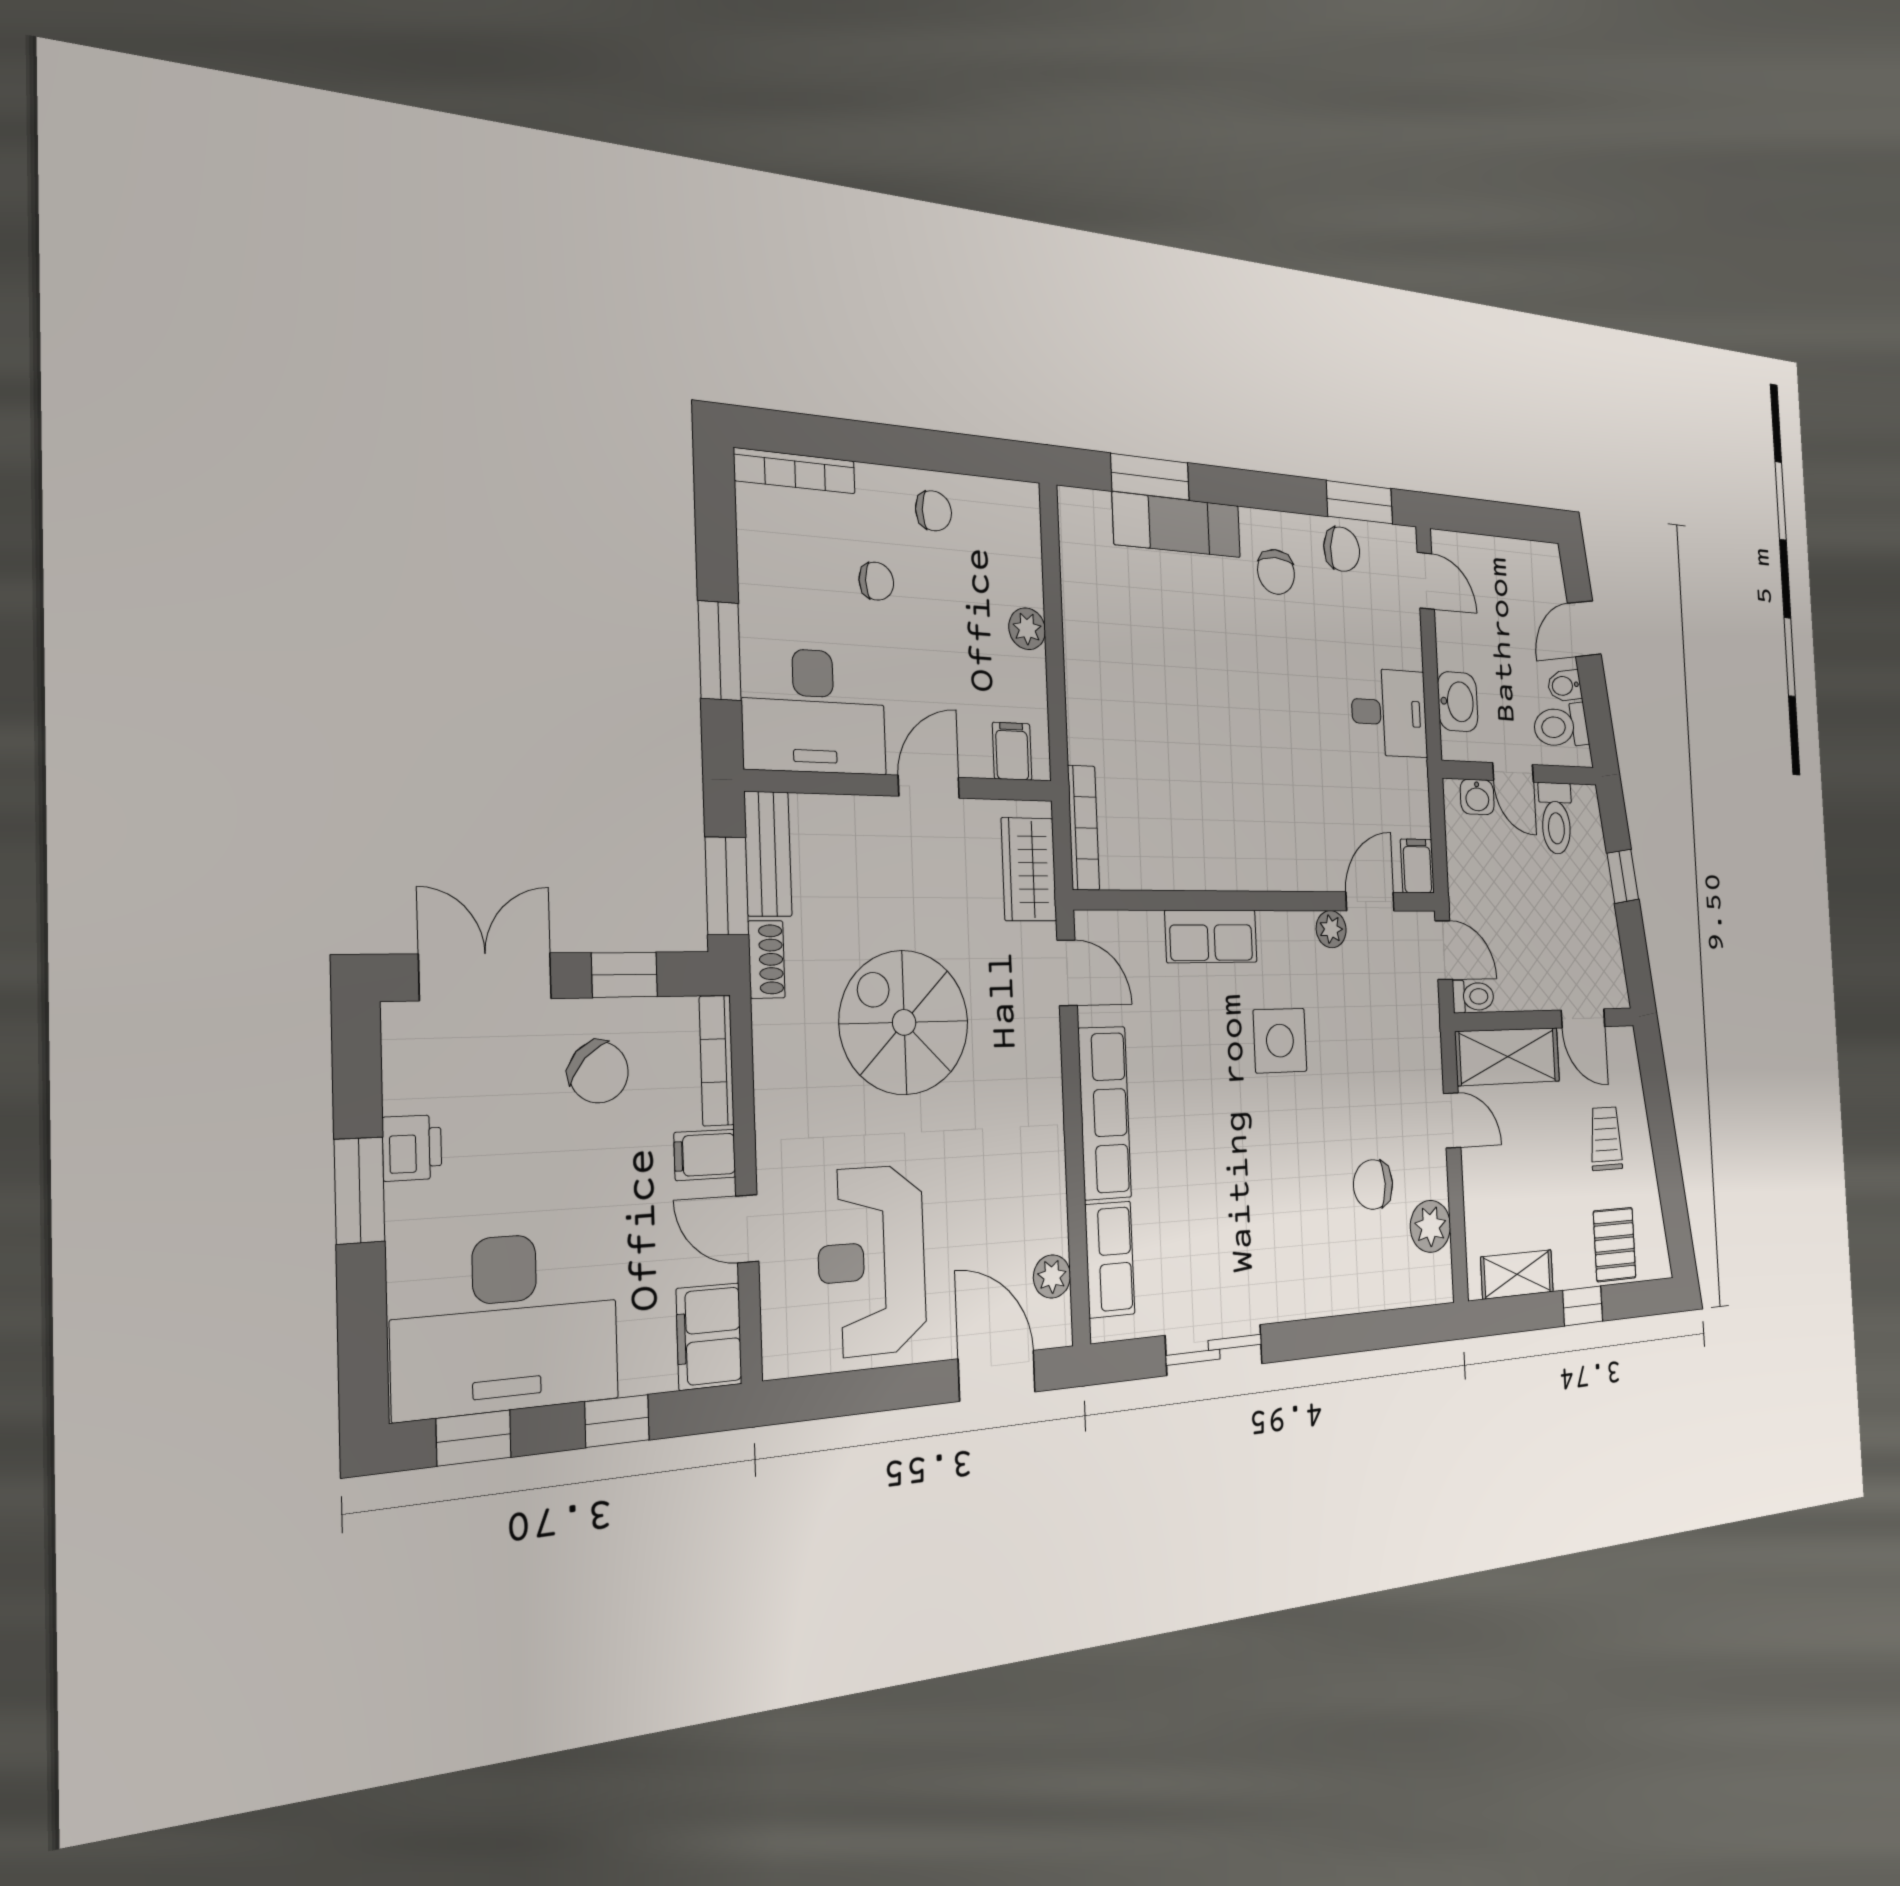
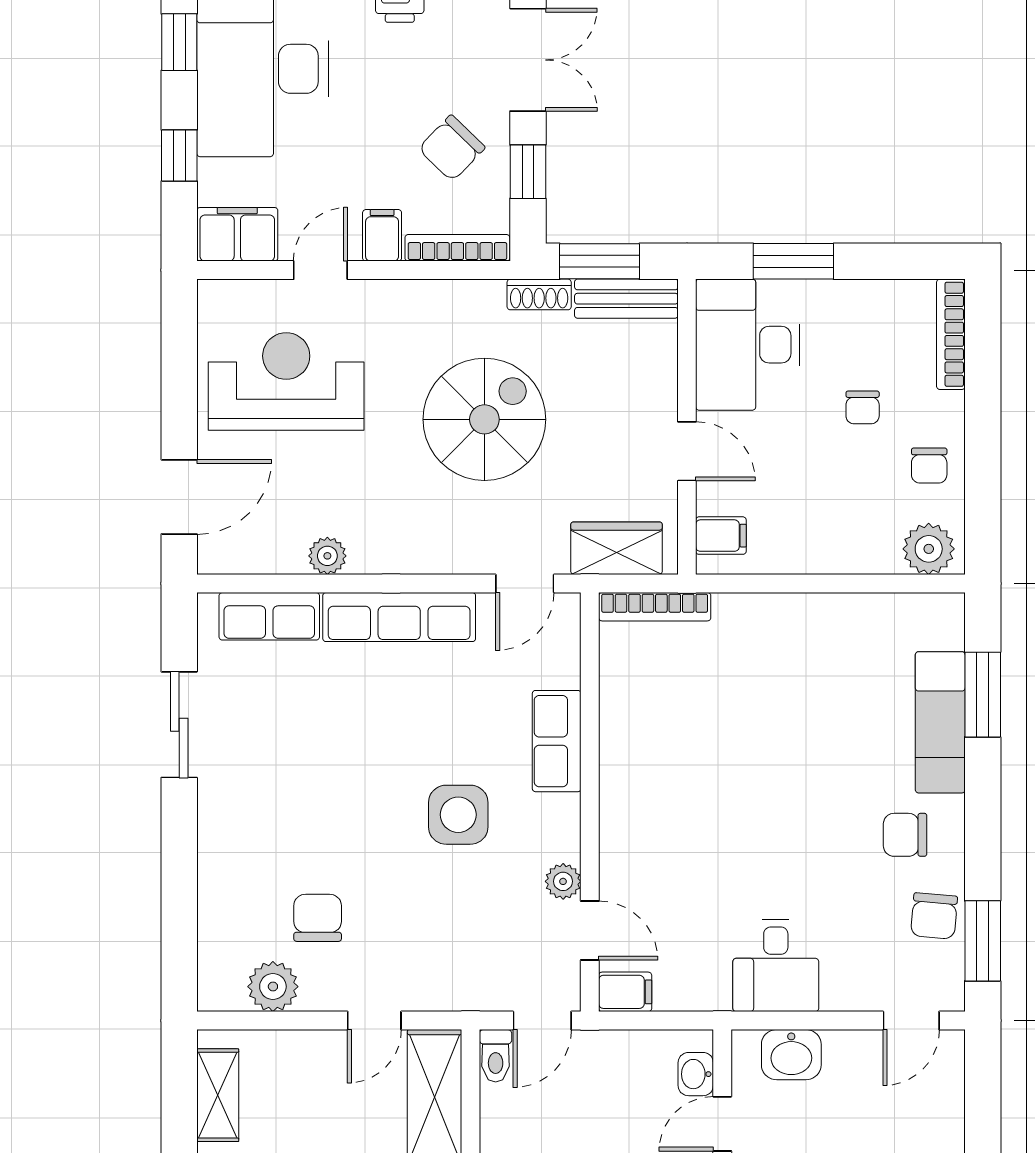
plant: (1027, 629) -> (929, 549), moved, width x1.38, depth x1.38
plant: (1052, 1276) -> (327, 556), moved

